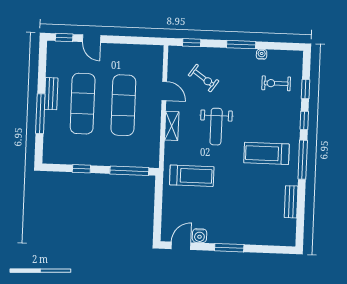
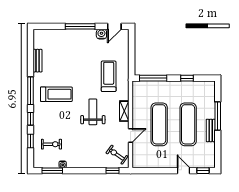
window: (241, 45) -> (52, 171), moved
exercise bike: (204, 78) -> (117, 155), moved
door: (164, 91) -> (131, 136), swing flipped
treadmill: (192, 176) -> (109, 76), turned 90
window: (229, 248) -> (80, 26), width x1.44

